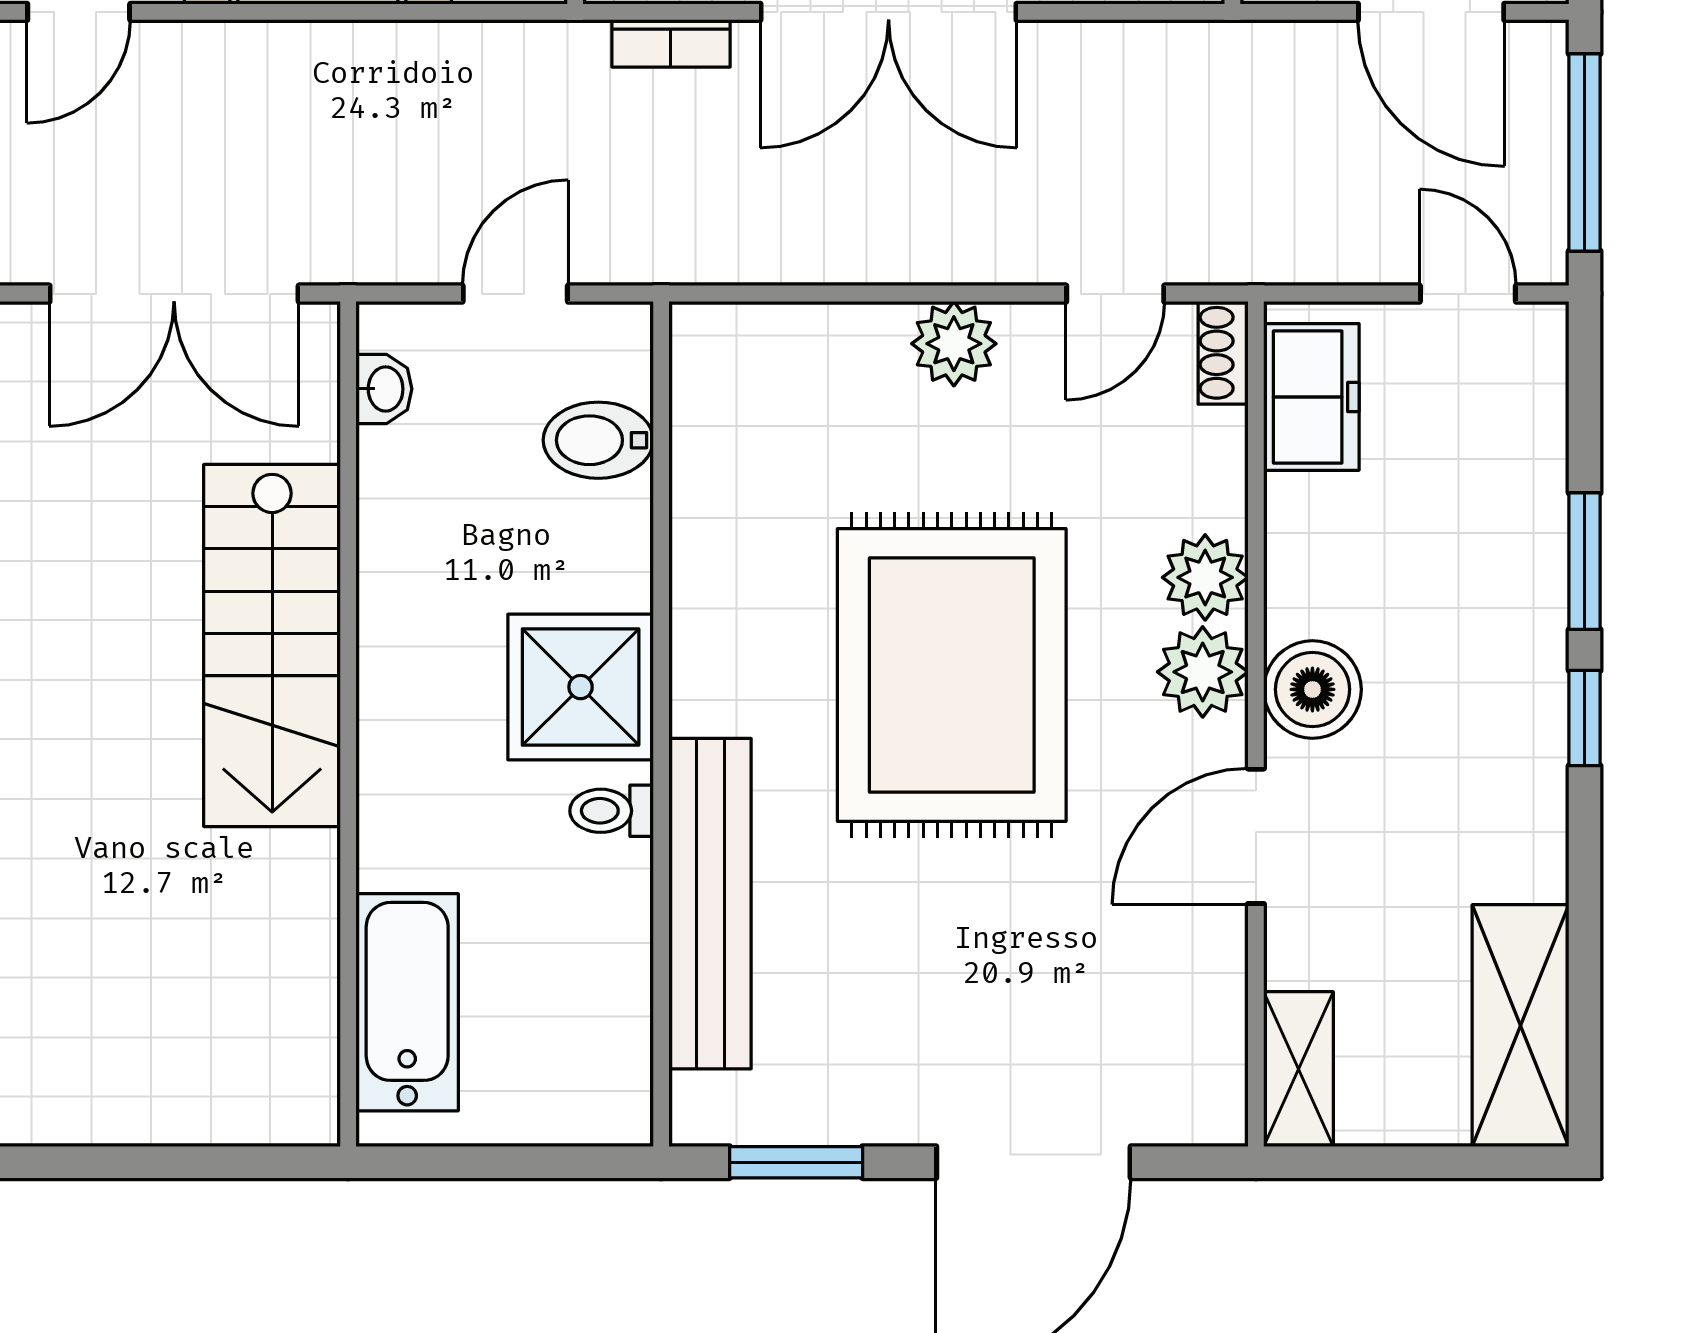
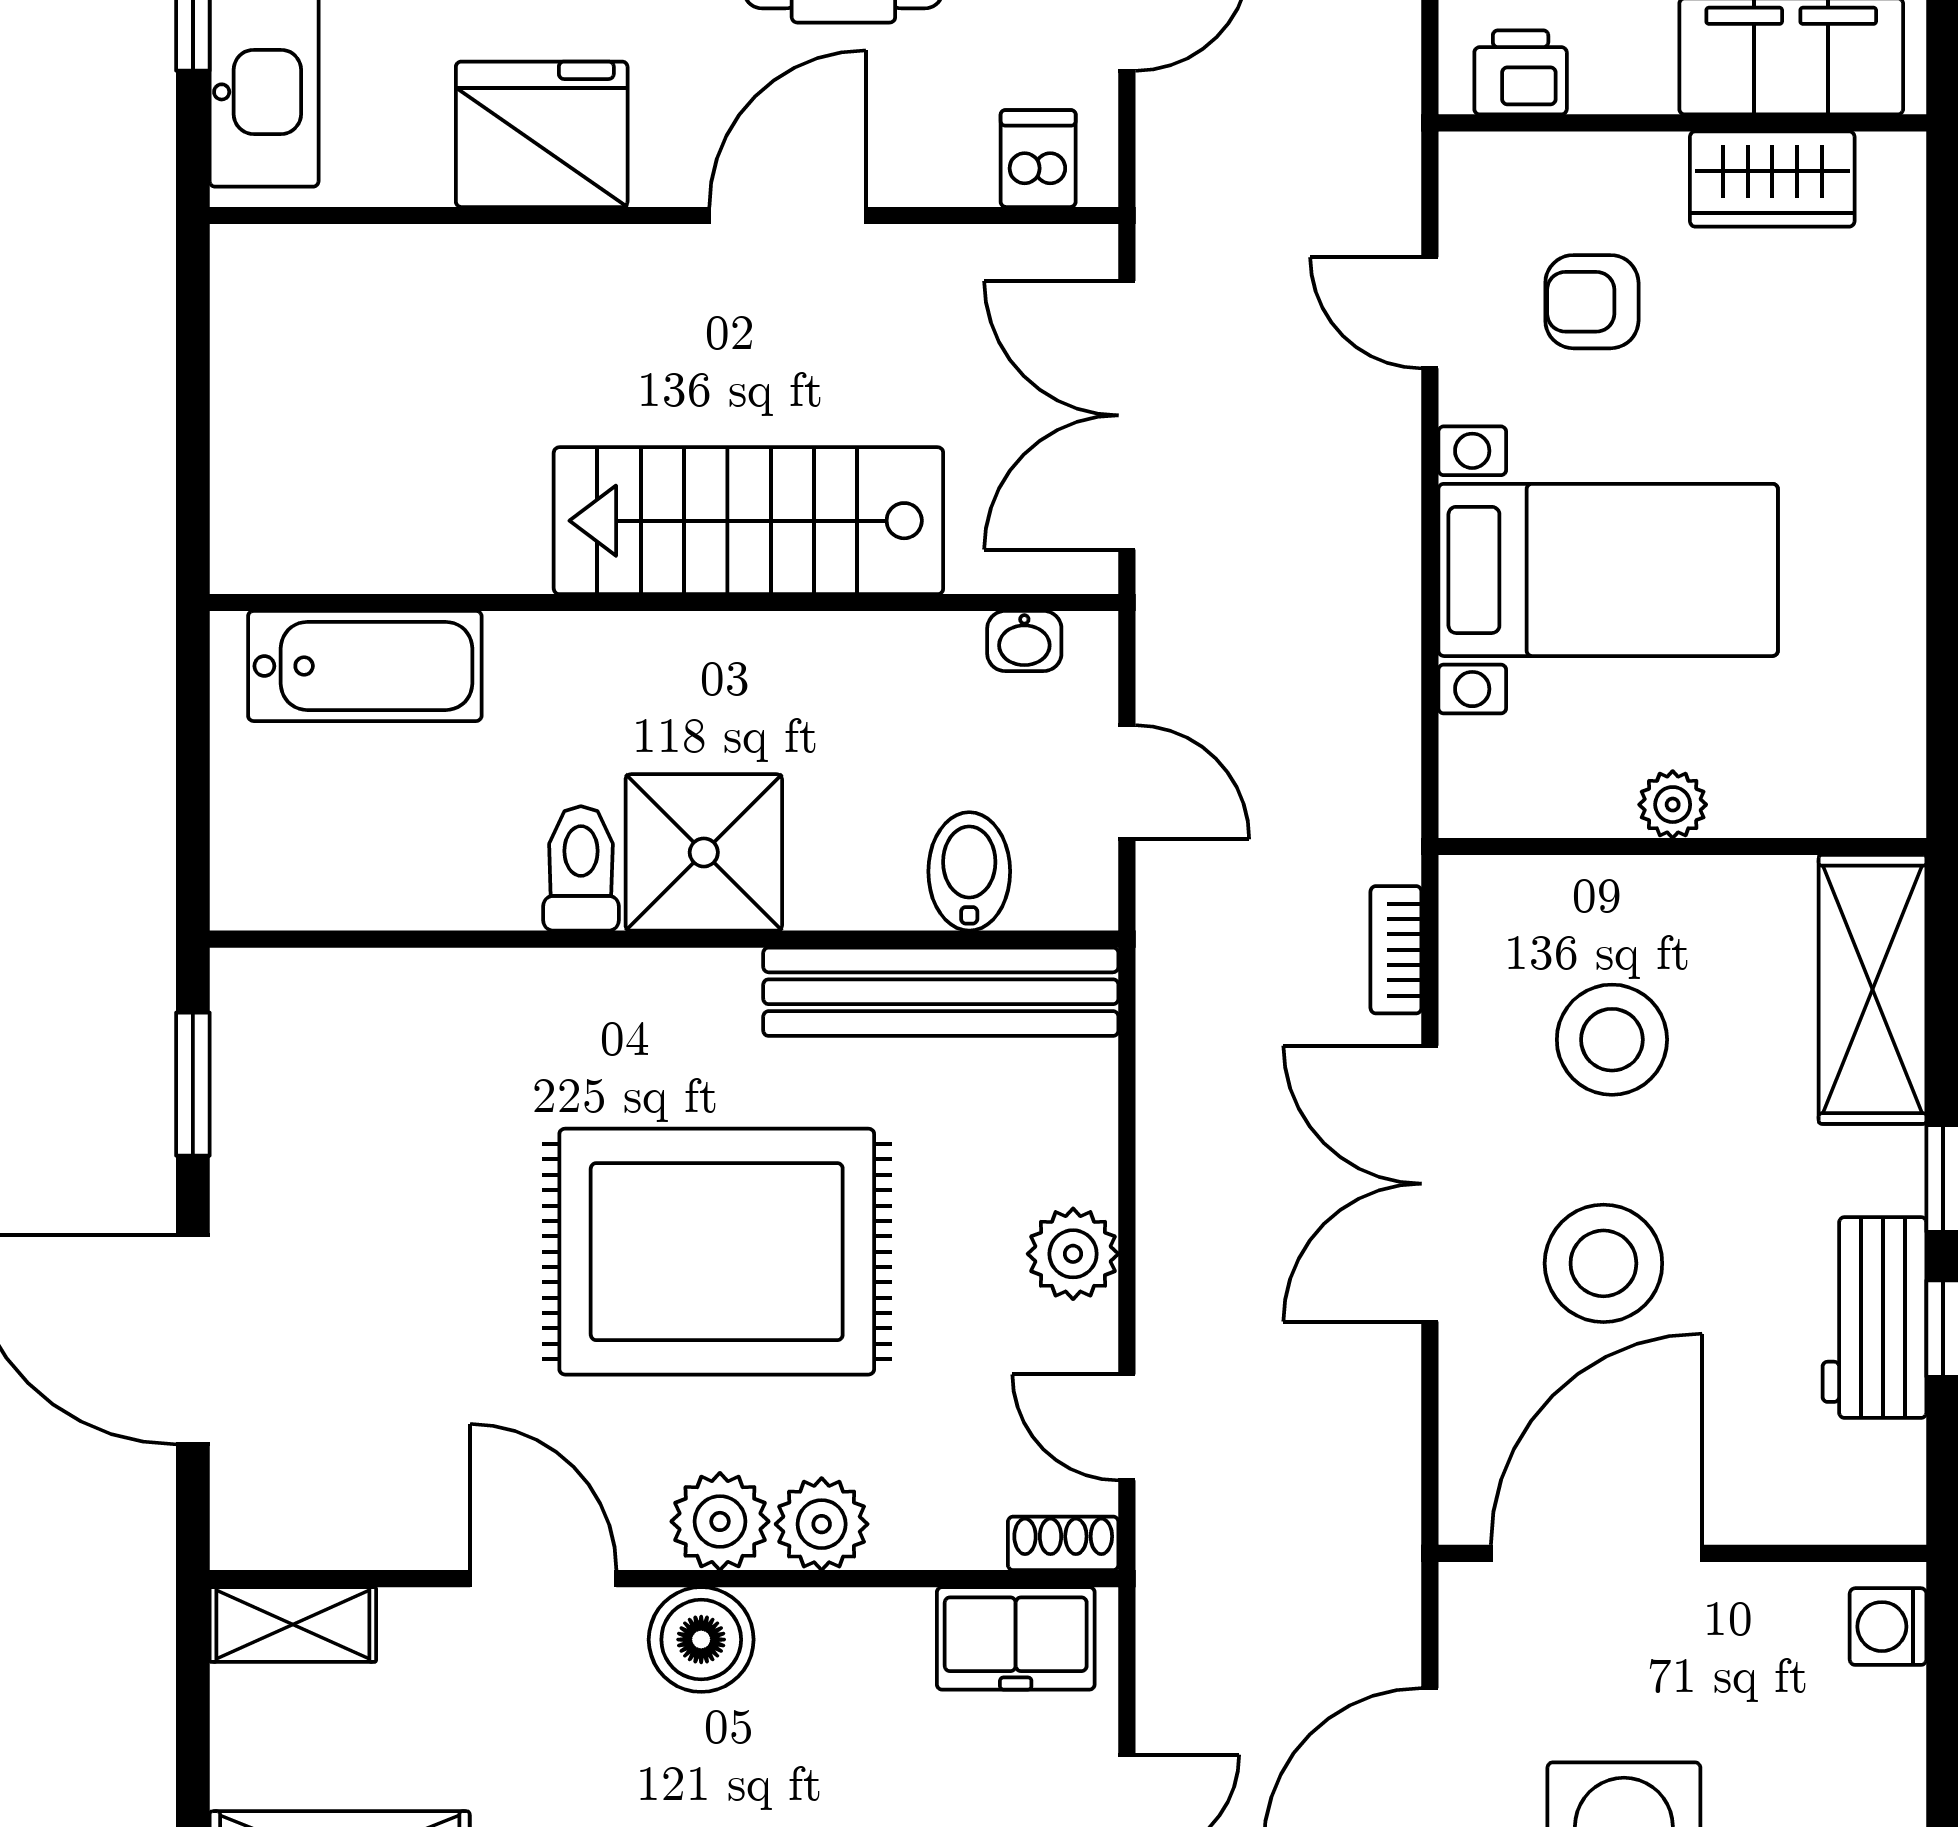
toilet: (612, 811) -> (581, 868), width x1.37, depth x1.39
bench: (710, 904) -> (941, 992), moved

